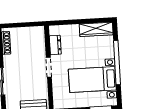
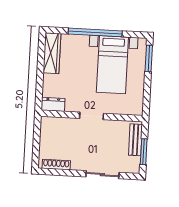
dresser: (55, 45) -> (53, 104), moved

